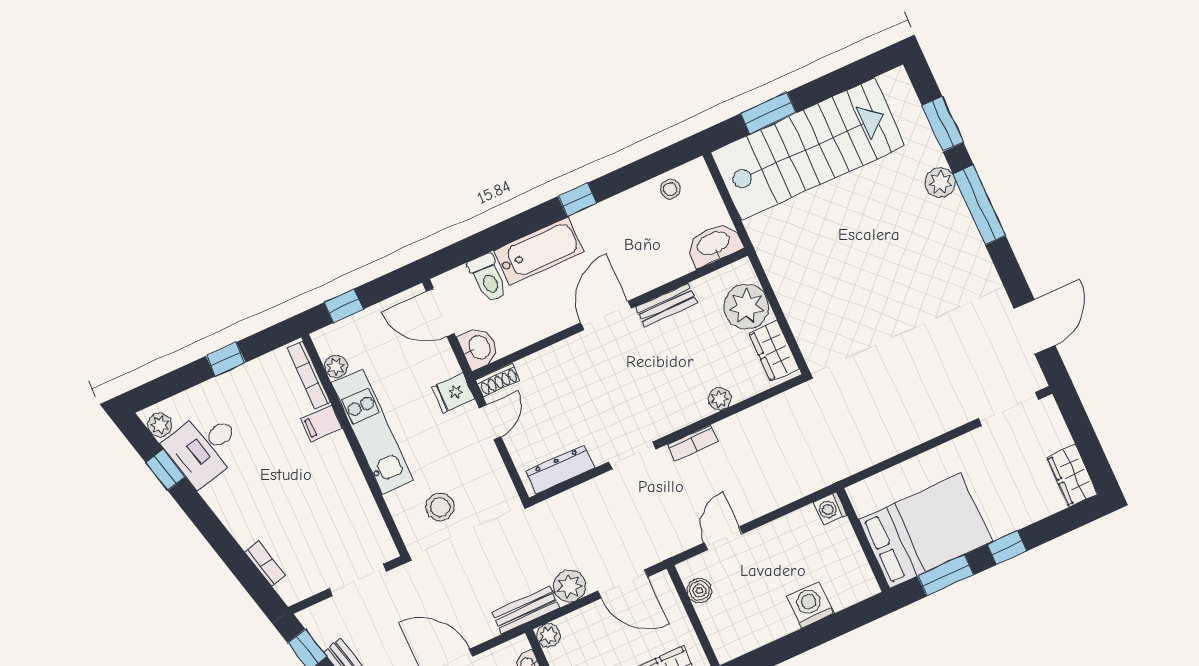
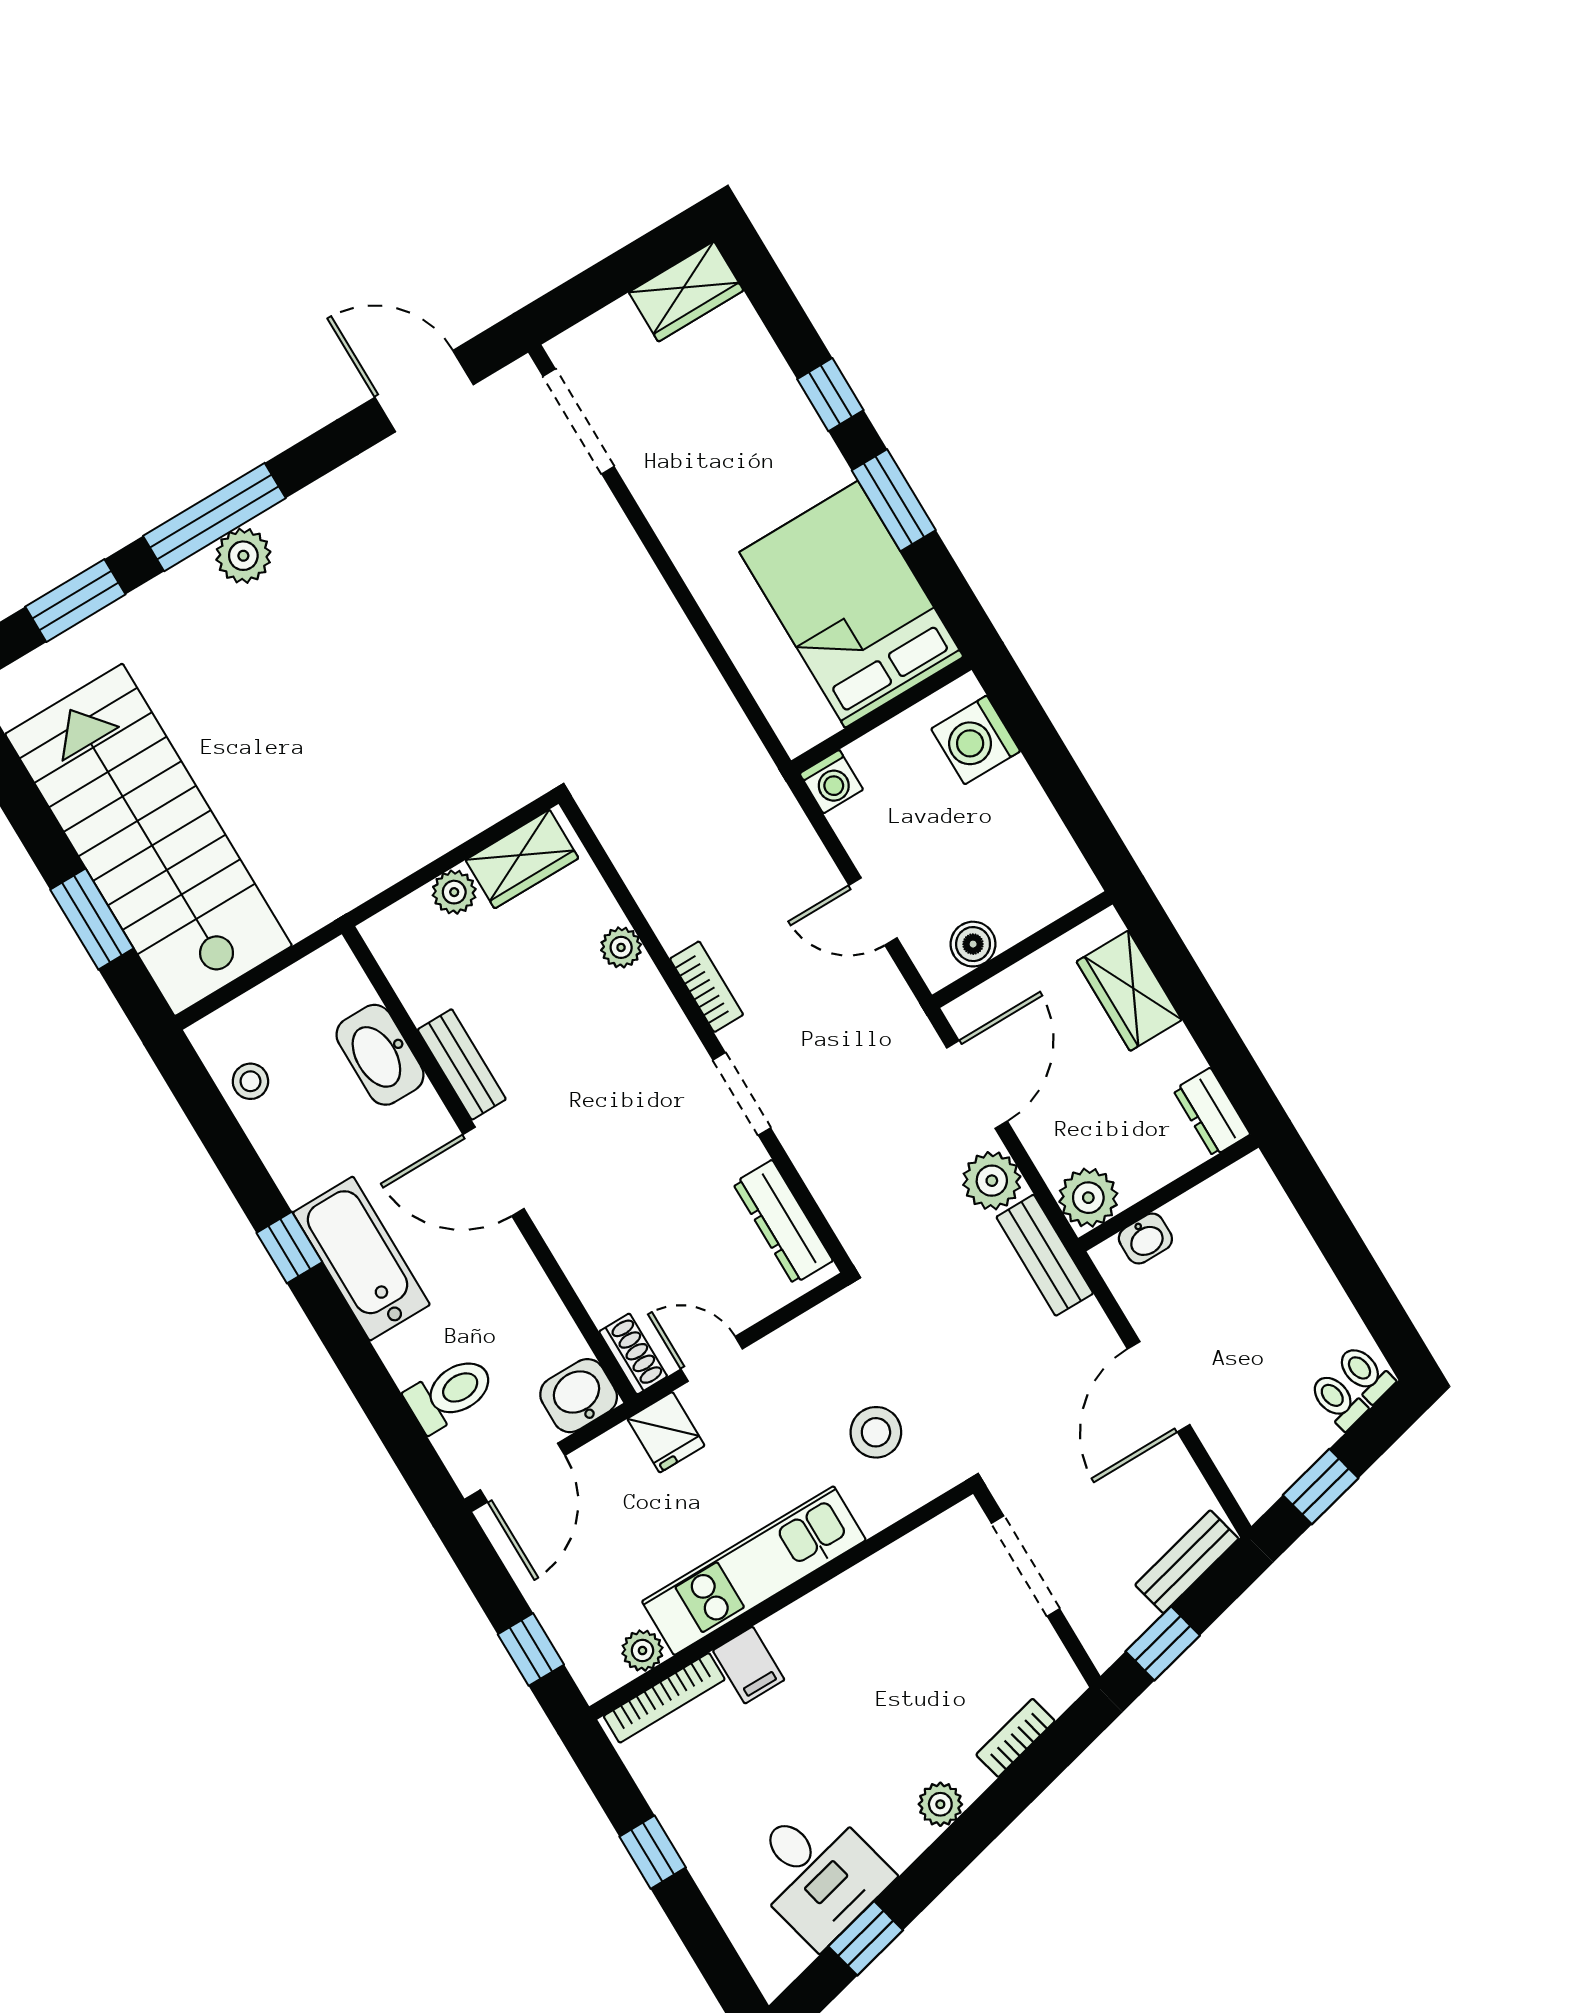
plant: (940, 182) -> (243, 556), moved
washbasin: (714, 244) -> (380, 1055), moved
bathtub: (539, 251) -> (361, 1259), moved
plant: (746, 307) -> (454, 892), width x0.53, depth x0.53
plant: (160, 425) -> (940, 1804), moved
washing machine: (830, 509) -> (831, 782), moved
bed: (925, 531) -> (851, 604), moved
wall: (863, 540) -> (881, 715), moved
plant: (548, 635) -> (1088, 1198), width x1.38, depth x1.38

